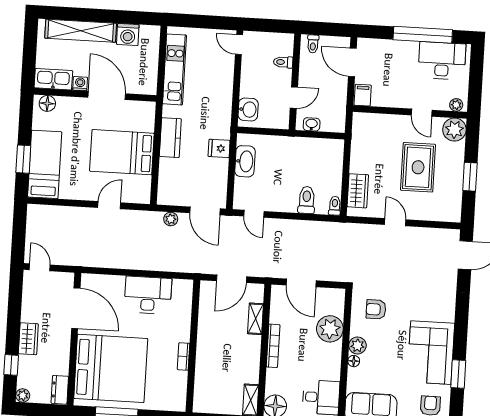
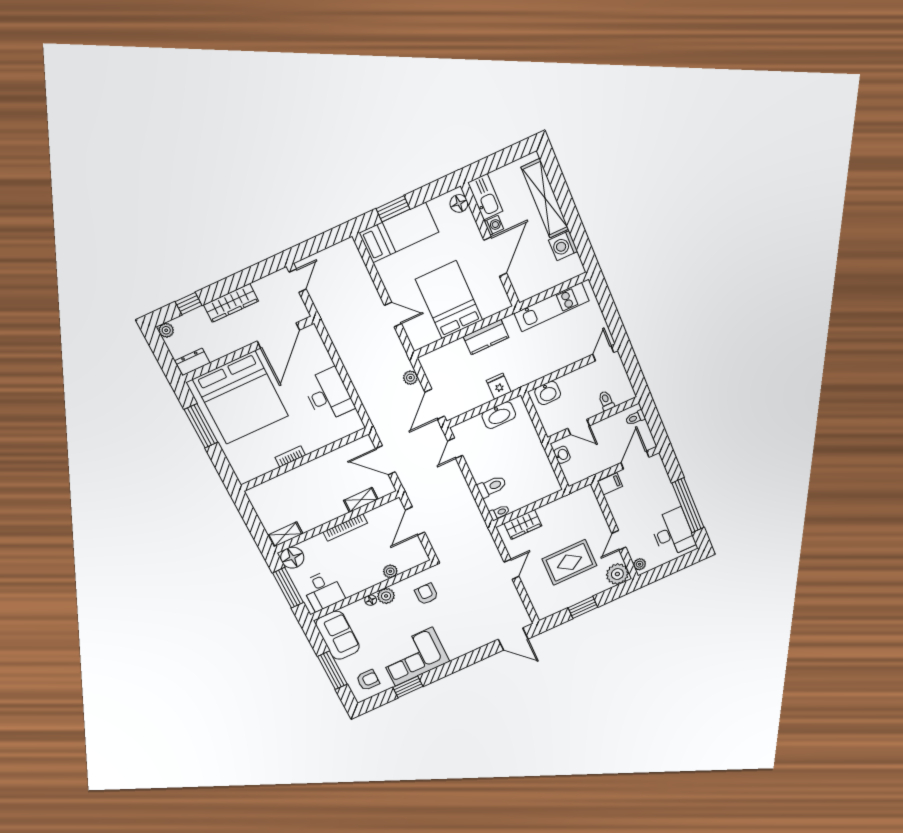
plant: (330, 329) -> (390, 571), width x0.53, depth x0.53
wardrobe: (28, 339) -> (231, 303), width x1.50

